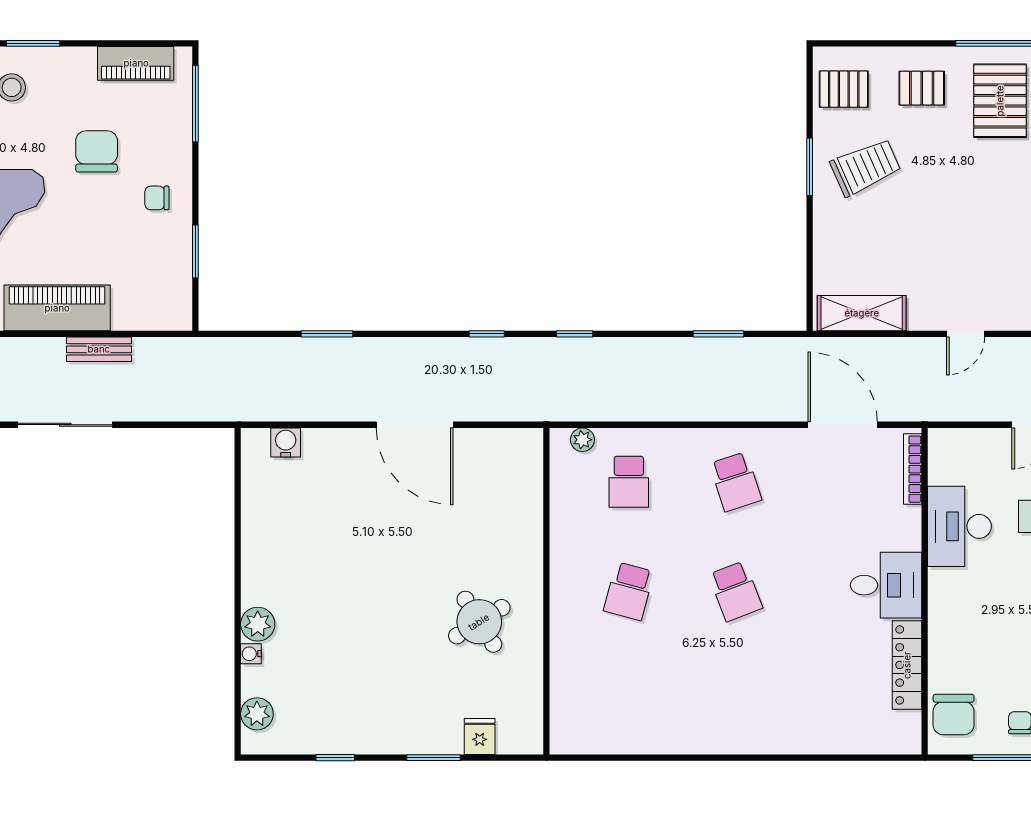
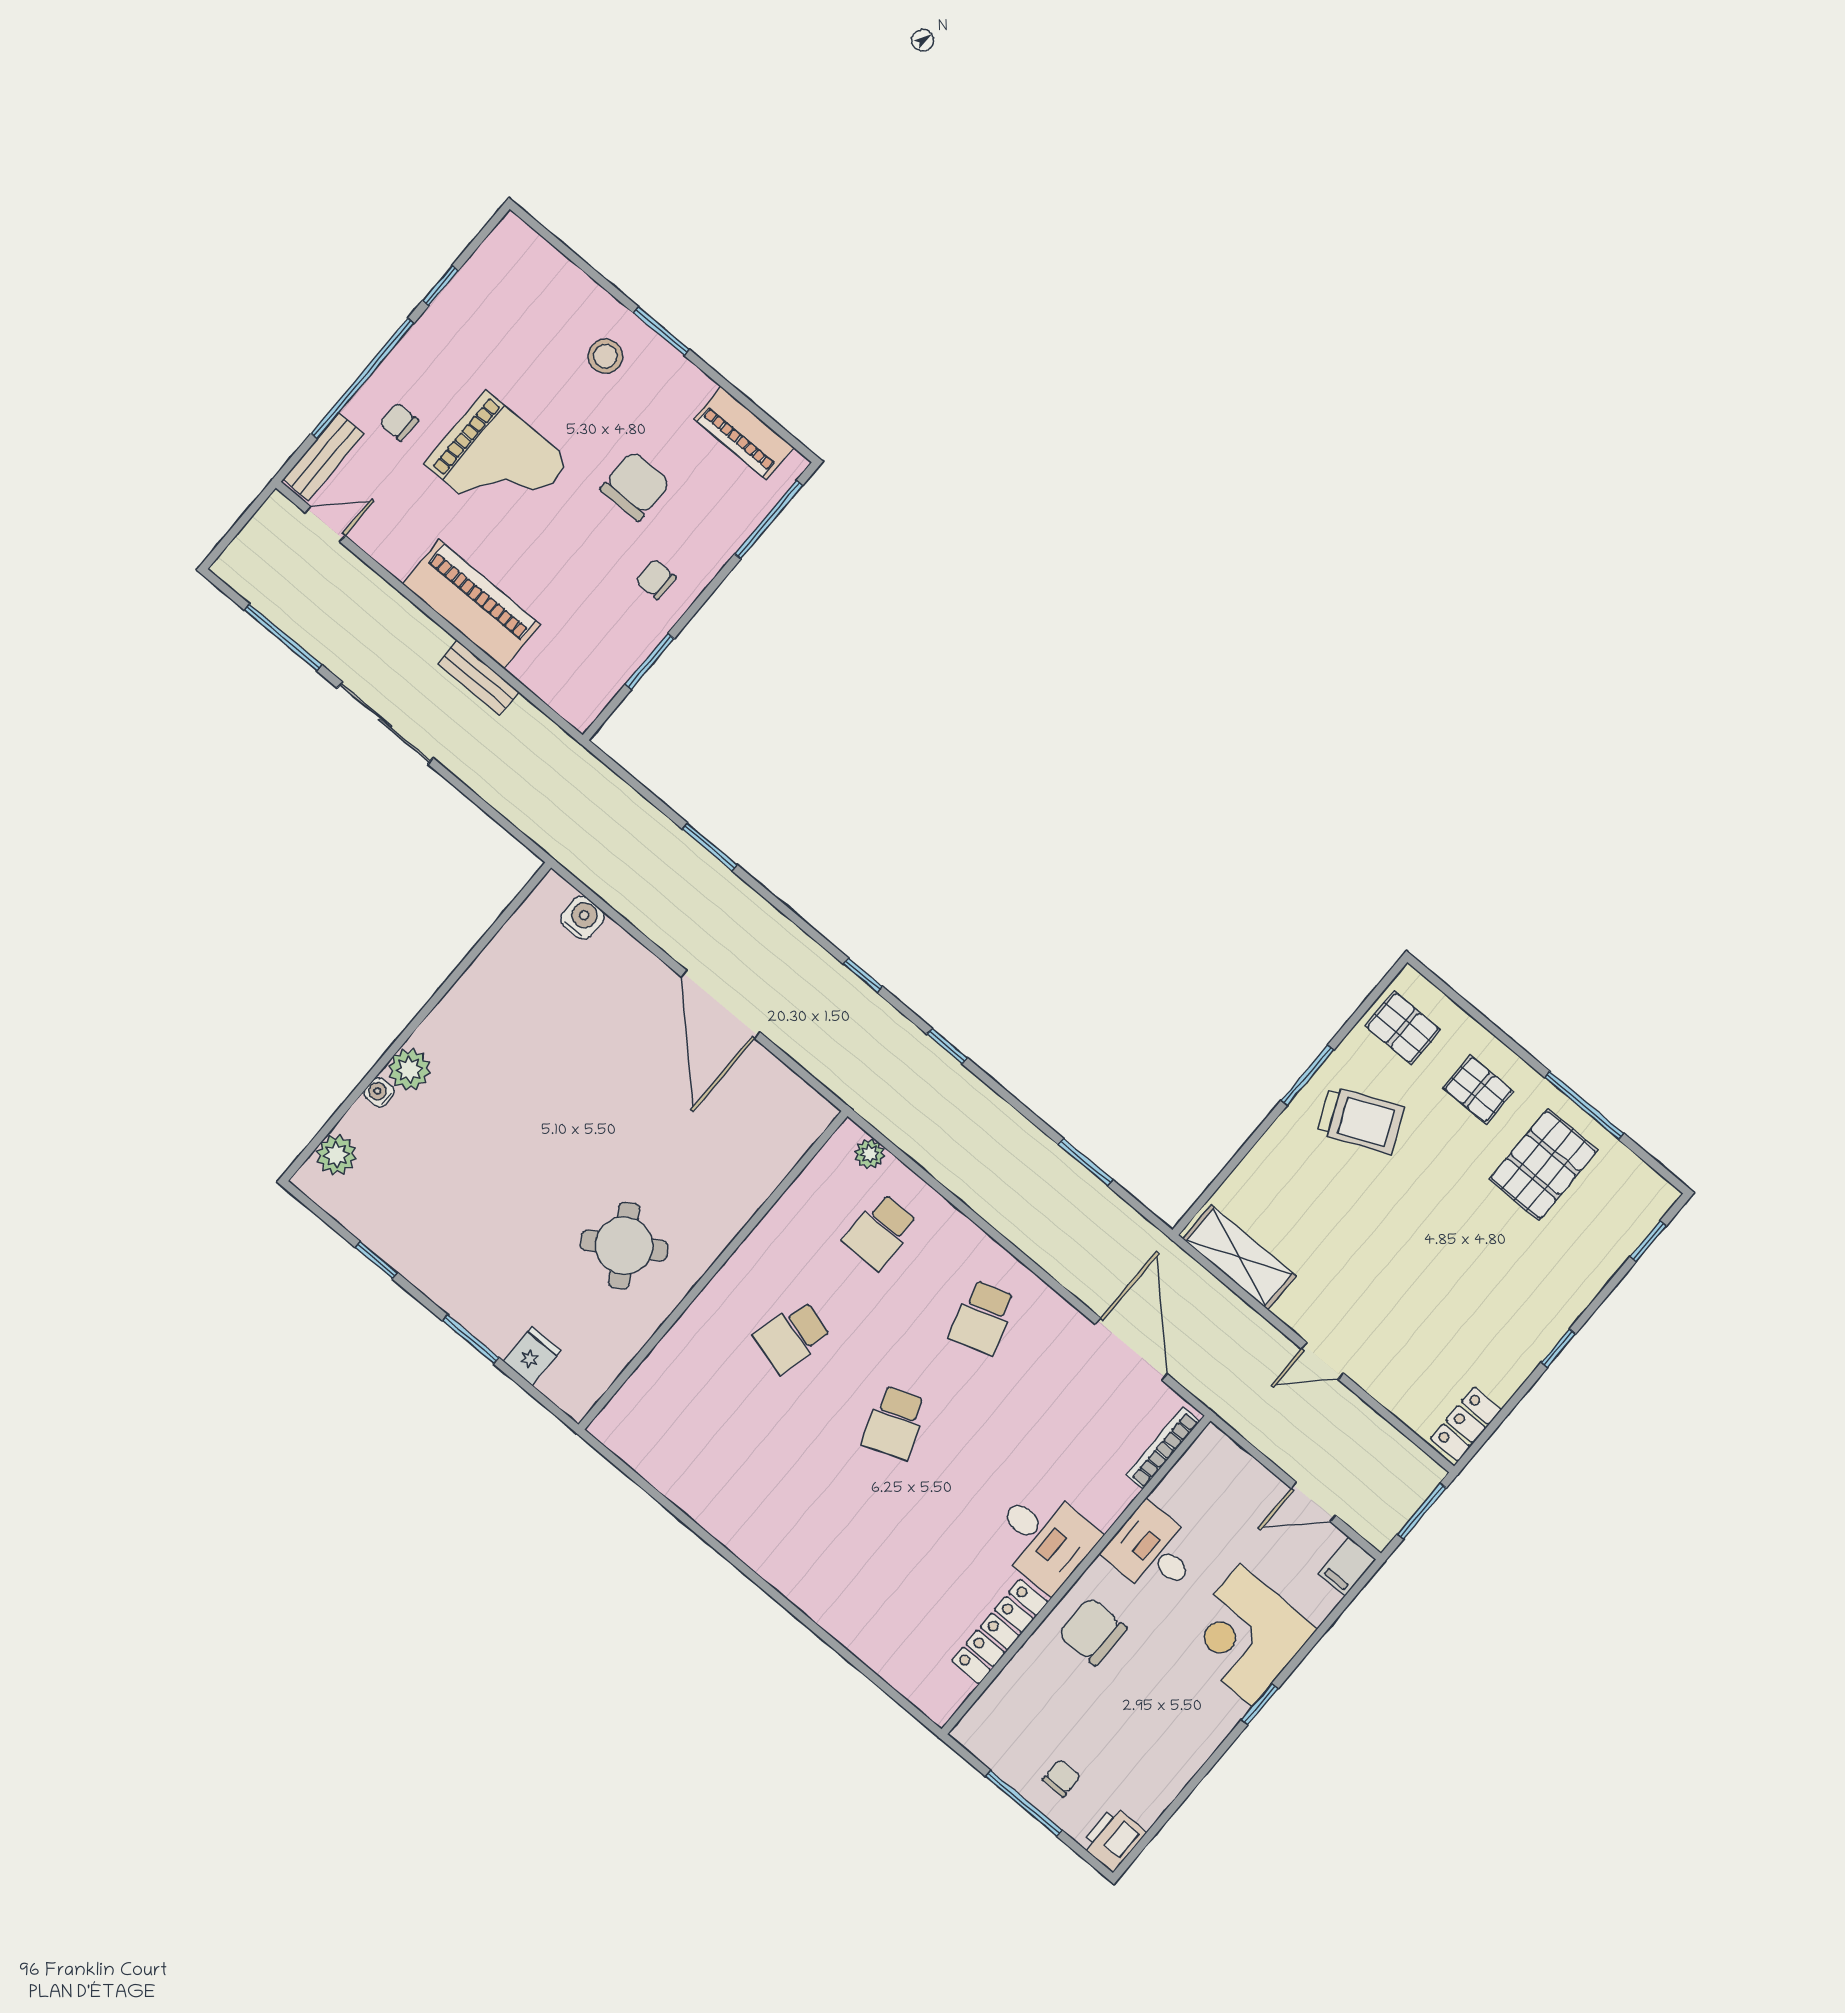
desk: (959, 526) -> (1153, 1551), width x0.73
chair: (954, 714) -> (1093, 1631), moved, turned 90

